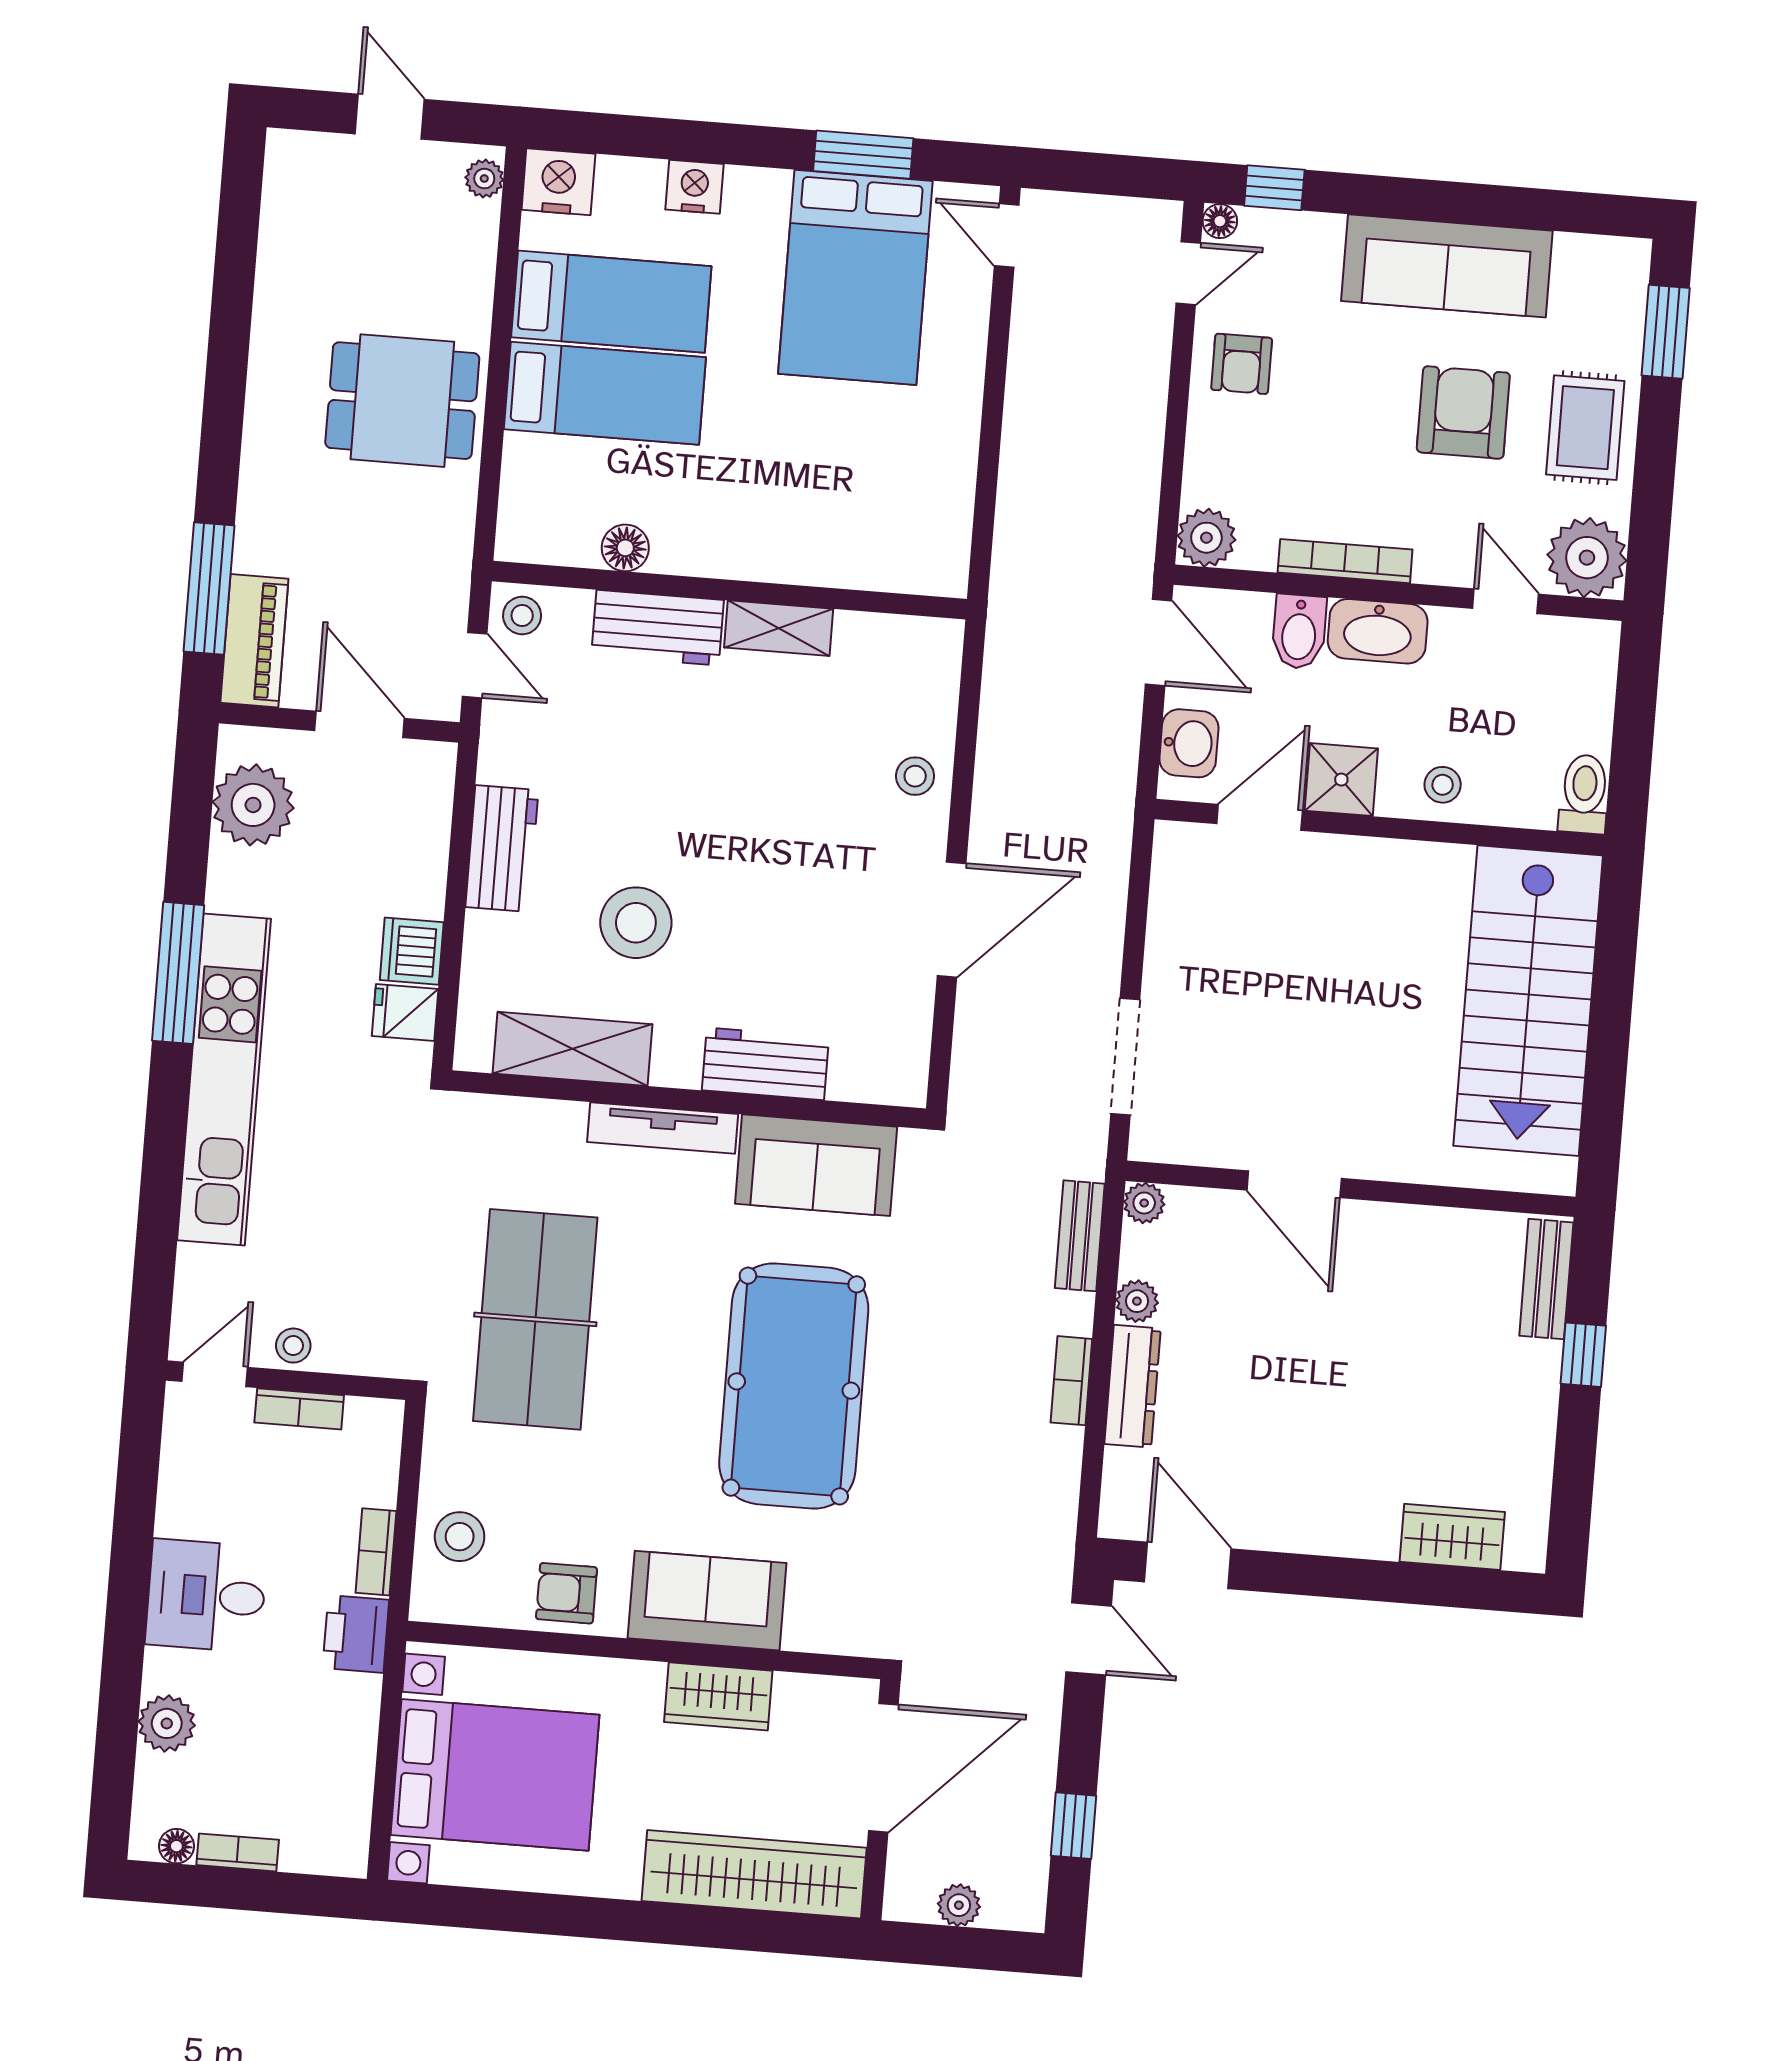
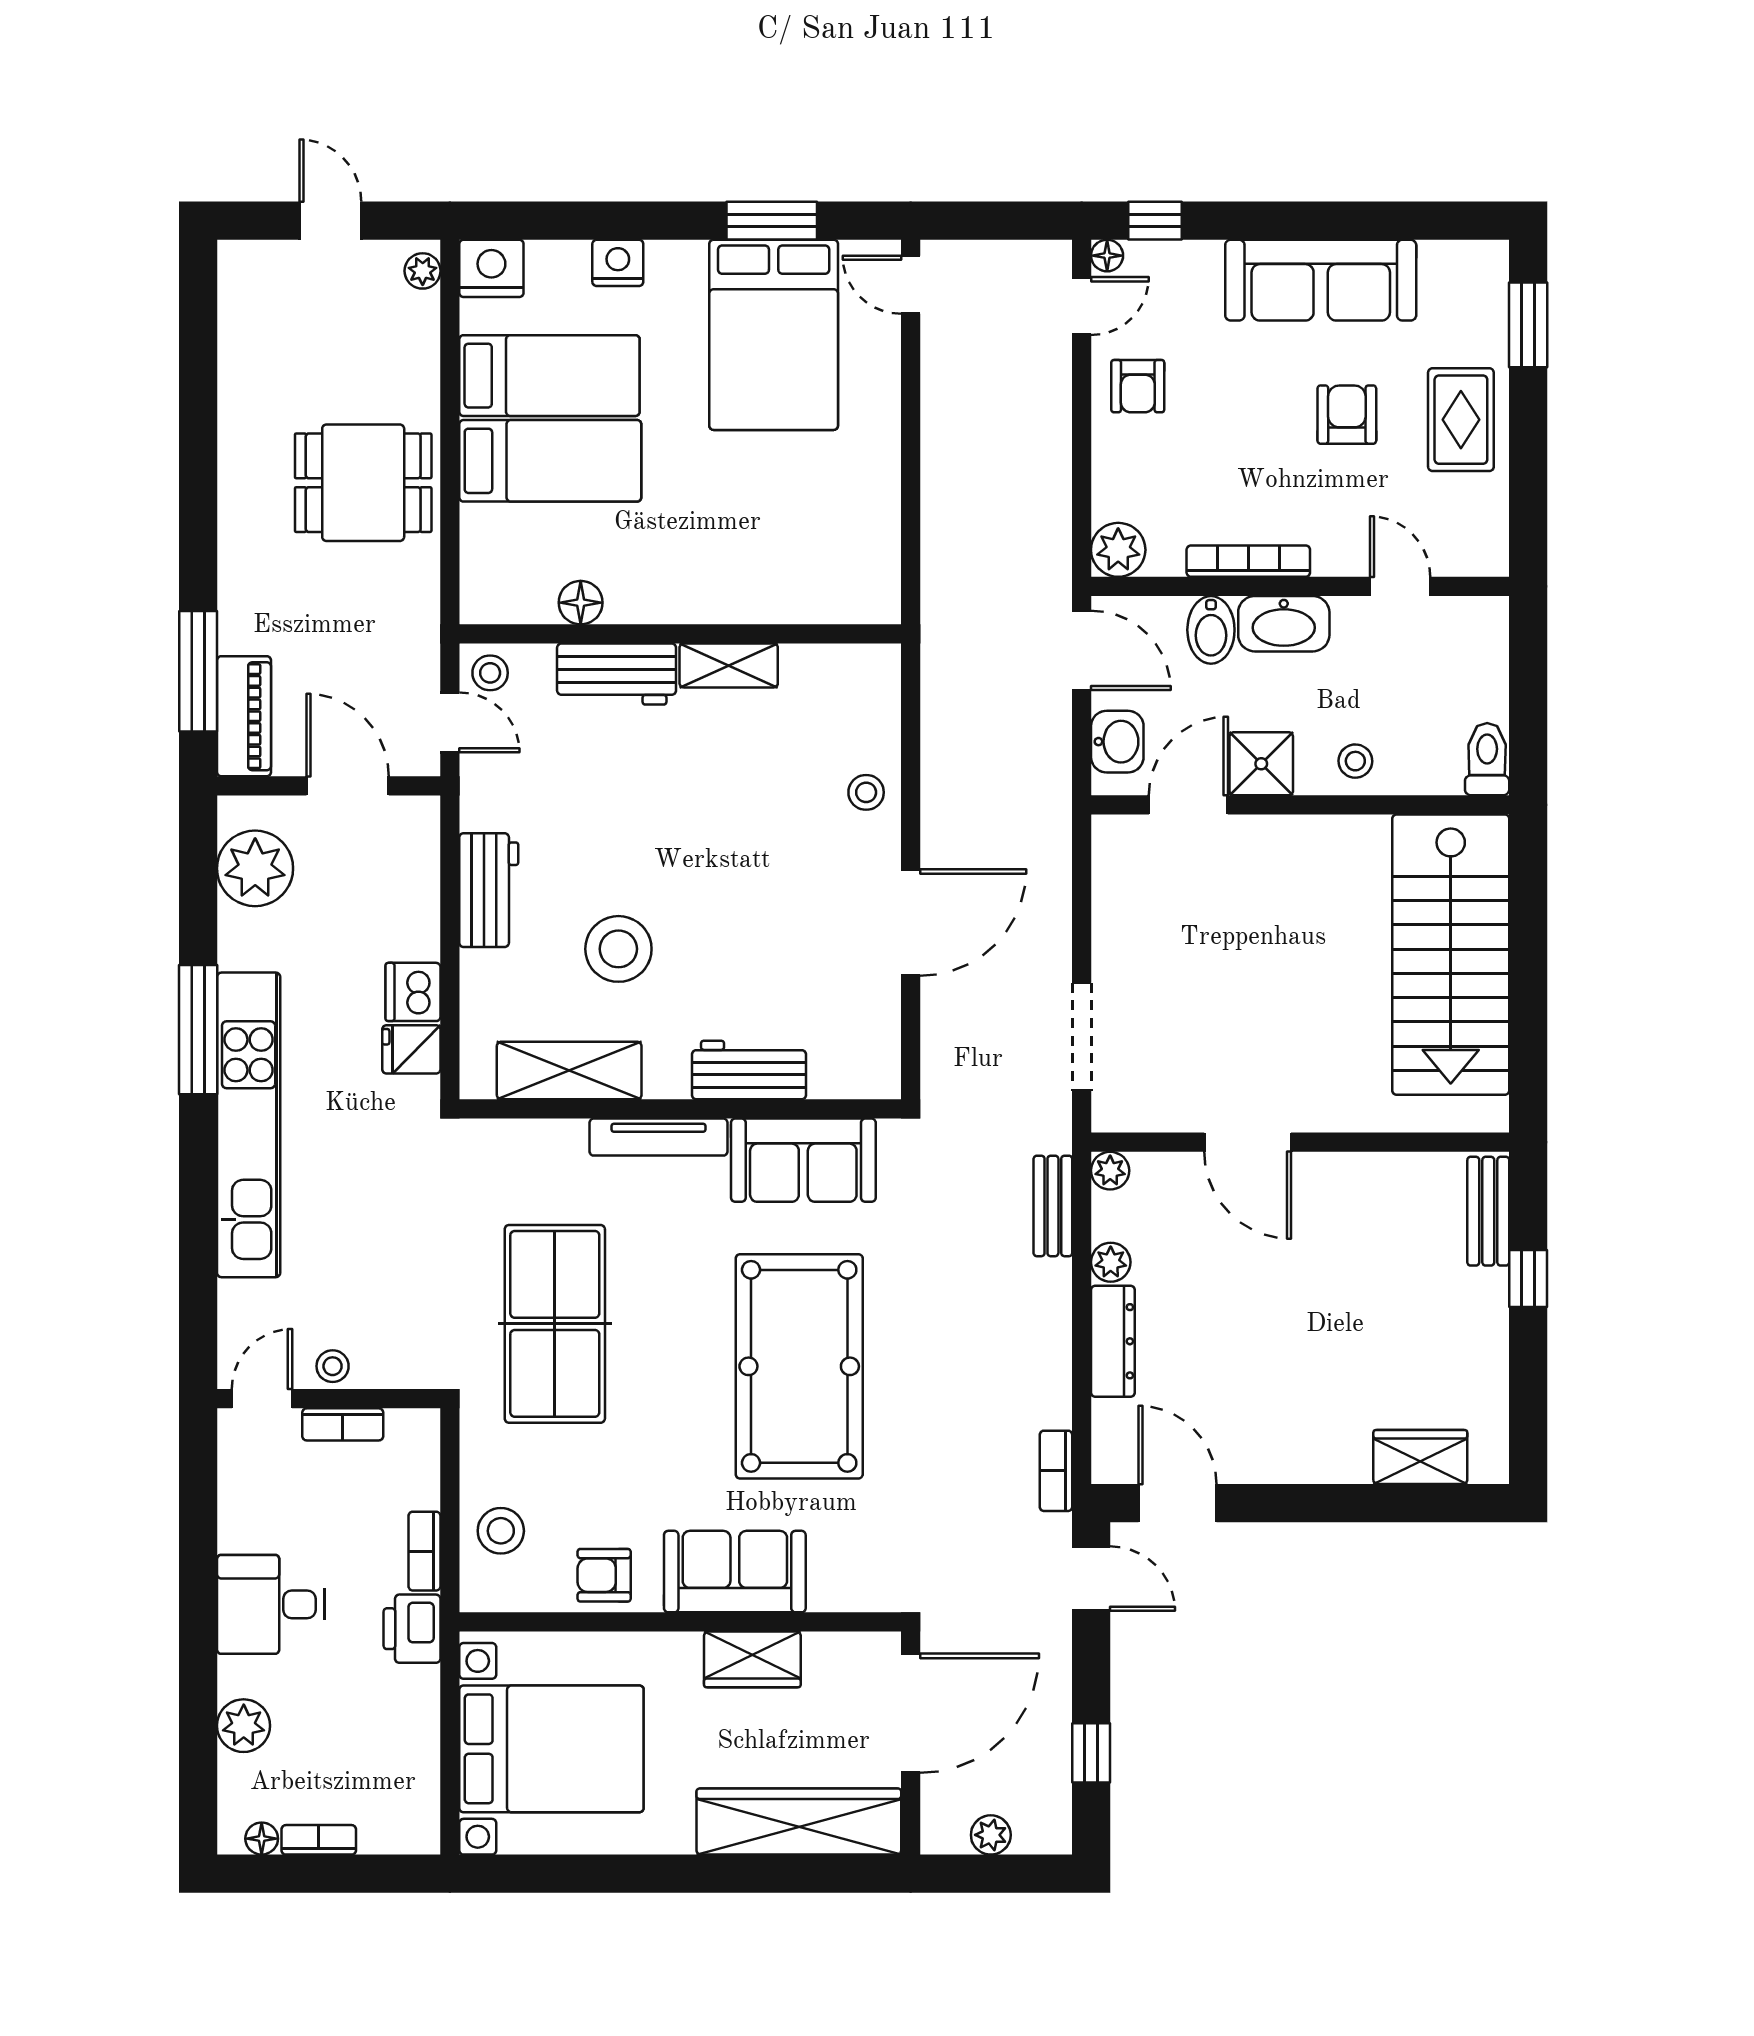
armchair: (1463, 412) -> (1347, 415), width x0.72, depth x0.72
plant: (1587, 558) -> (1472, 540), removed
bookcase: (1071, 1381) -> (1056, 1471), moved

